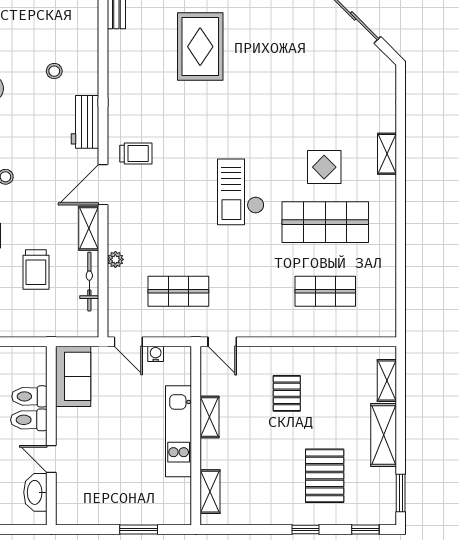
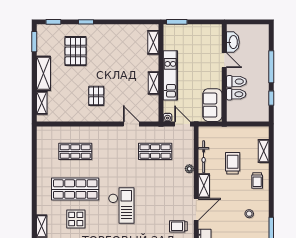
shelving: (209, 417) -> (153, 83), moved
kitchen unit: (179, 431) -> (170, 75), moved
wall: (196, 436) -> (161, 73), moved
shelving: (210, 492) -> (153, 42), moved

